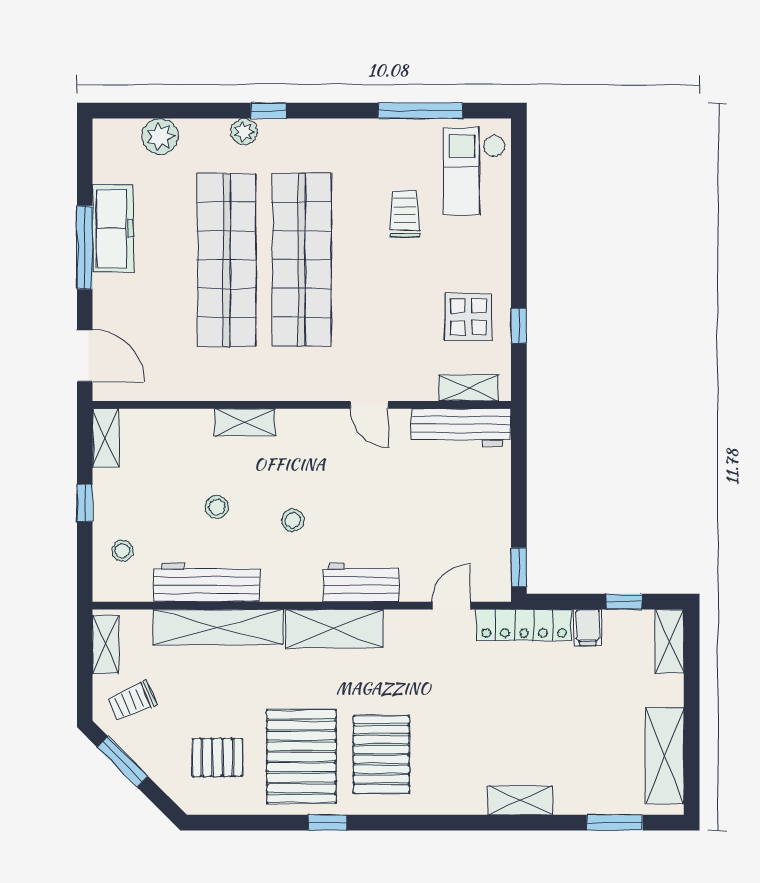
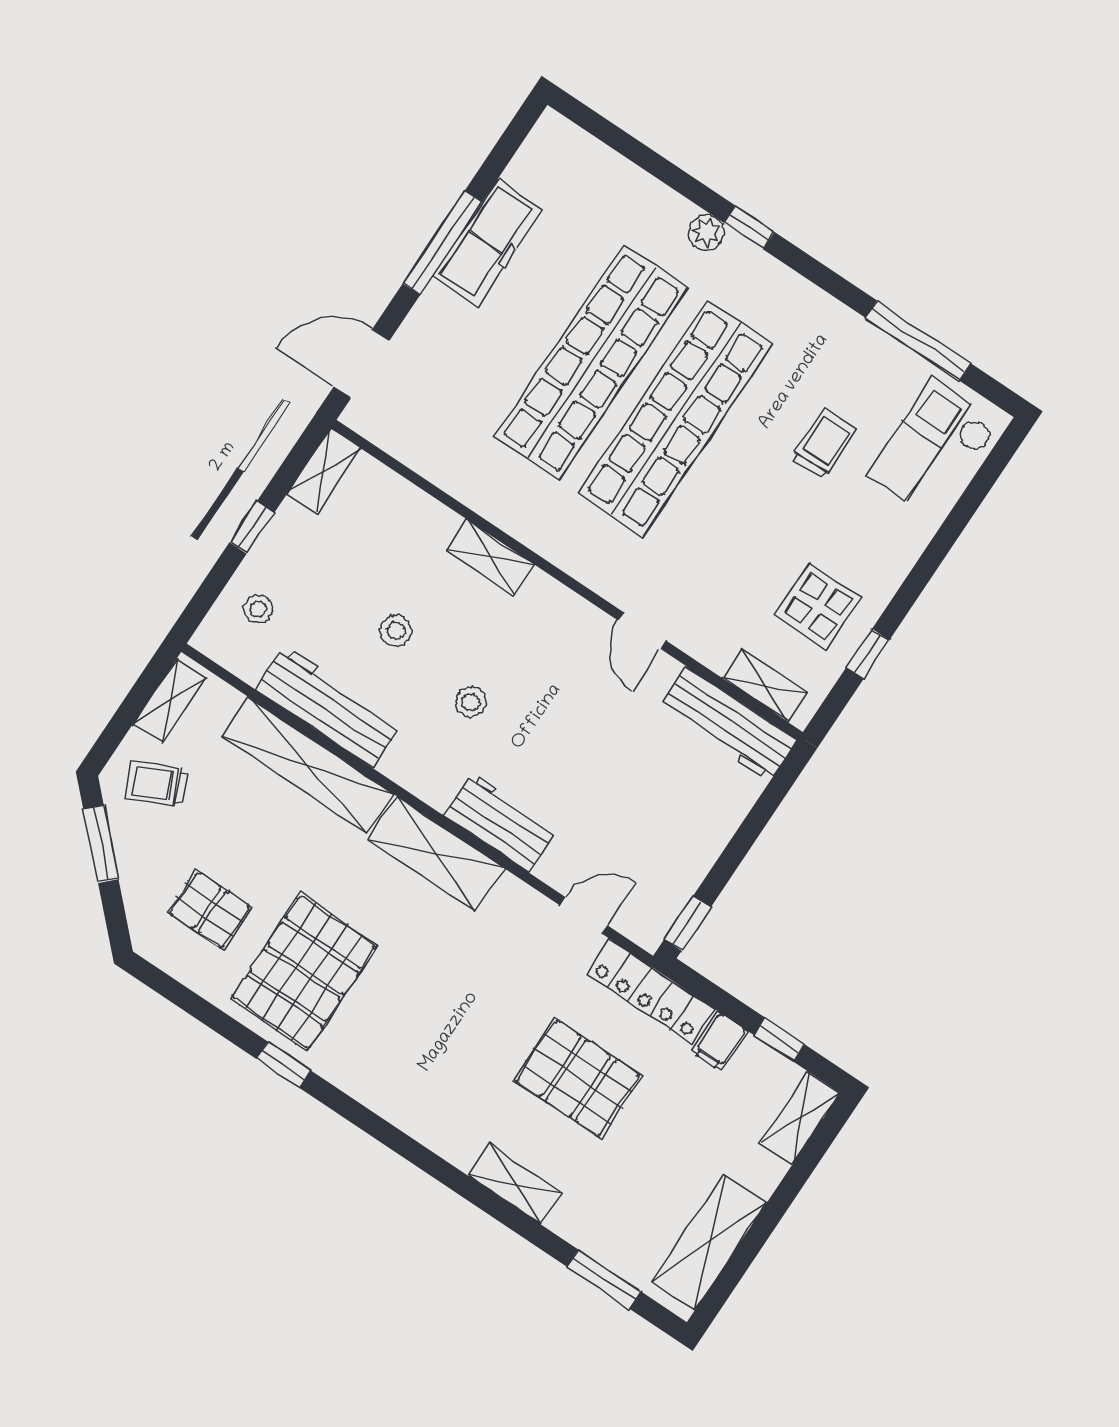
plant: (160, 137) -> (609, 175), removed
door: (85, 356) -> (362, 364), swing flipped
pallet: (381, 754) -> (578, 1078), moved, turned 90

